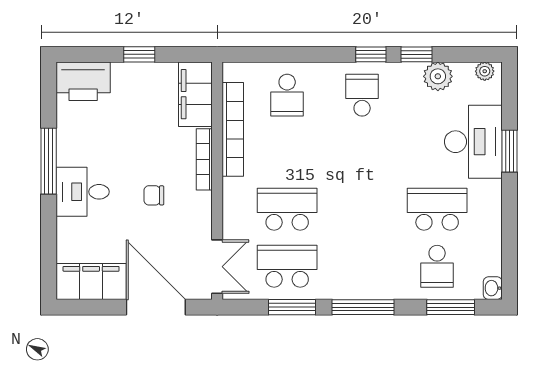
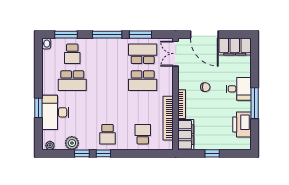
printer: (83, 81) -> (242, 125), moved, turned -90
school desk: (287, 266) -> (143, 54), turned 180
school desk: (437, 266) -> (72, 54), turned 180

